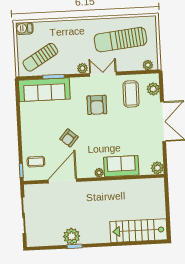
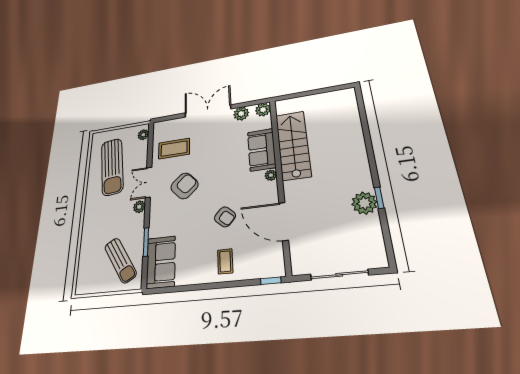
barbecue: (24, 28) -> (83, 283), removed
plant: (153, 89) -> (241, 114), moved
sofa: (44, 90) -> (161, 262), width x0.73
armchair: (97, 105) -> (184, 186), turned -43
coffee table: (36, 162) -> (225, 261), moved
stairs: (138, 231) -> (293, 145), moved, turned 180

